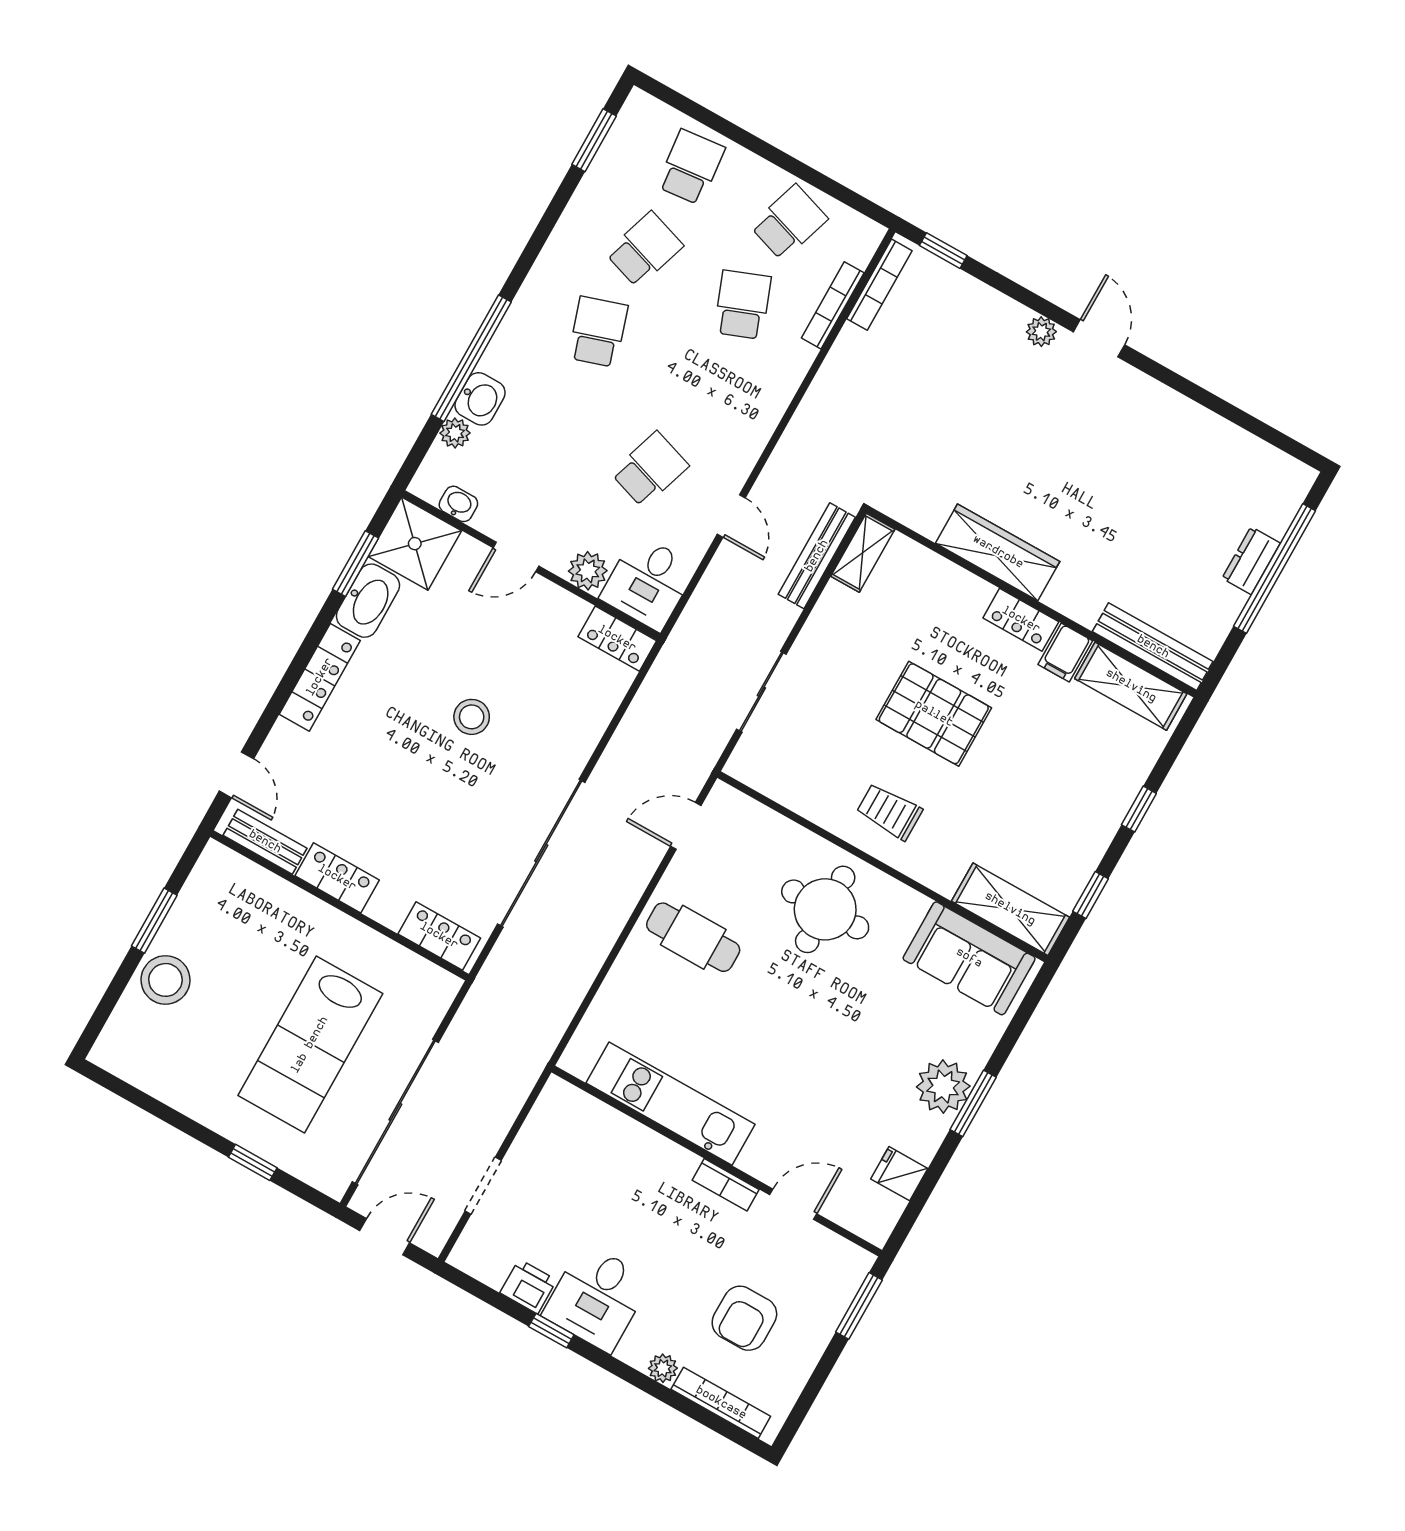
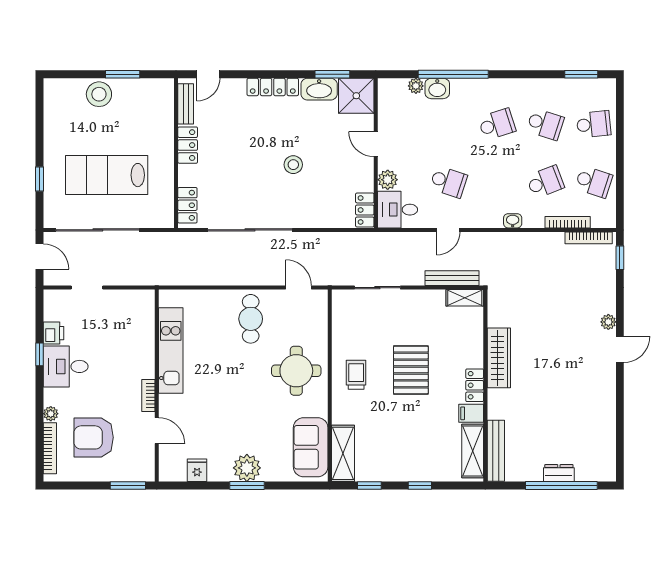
washbasin: (458, 504) -> (513, 221), moved, turned -90
armchair: (744, 1318) -> (94, 437), width x1.36, depth x1.36

